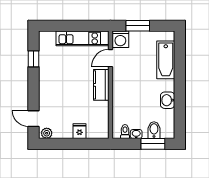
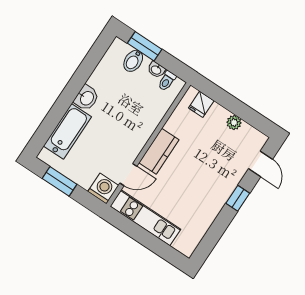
window: (138, 26) -> (59, 181), moved
window: (33, 59) -> (238, 198), moved
washbasin: (168, 100) -> (86, 98), moved
fridge: (80, 131) -> (201, 104), moved
plant: (47, 133) -> (234, 123), moved

